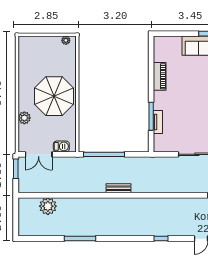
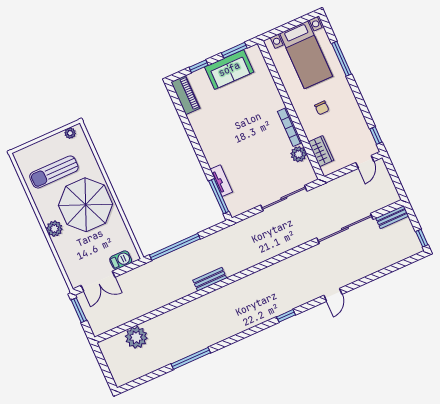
window: (178, 34) -> (199, 66), added
sun lounger: (42, 63) -> (54, 172), added
piano: (160, 76) -> (185, 95), moved
window: (151, 116) -> (219, 196), moved
plant: (24, 118) -> (54, 229), moved

